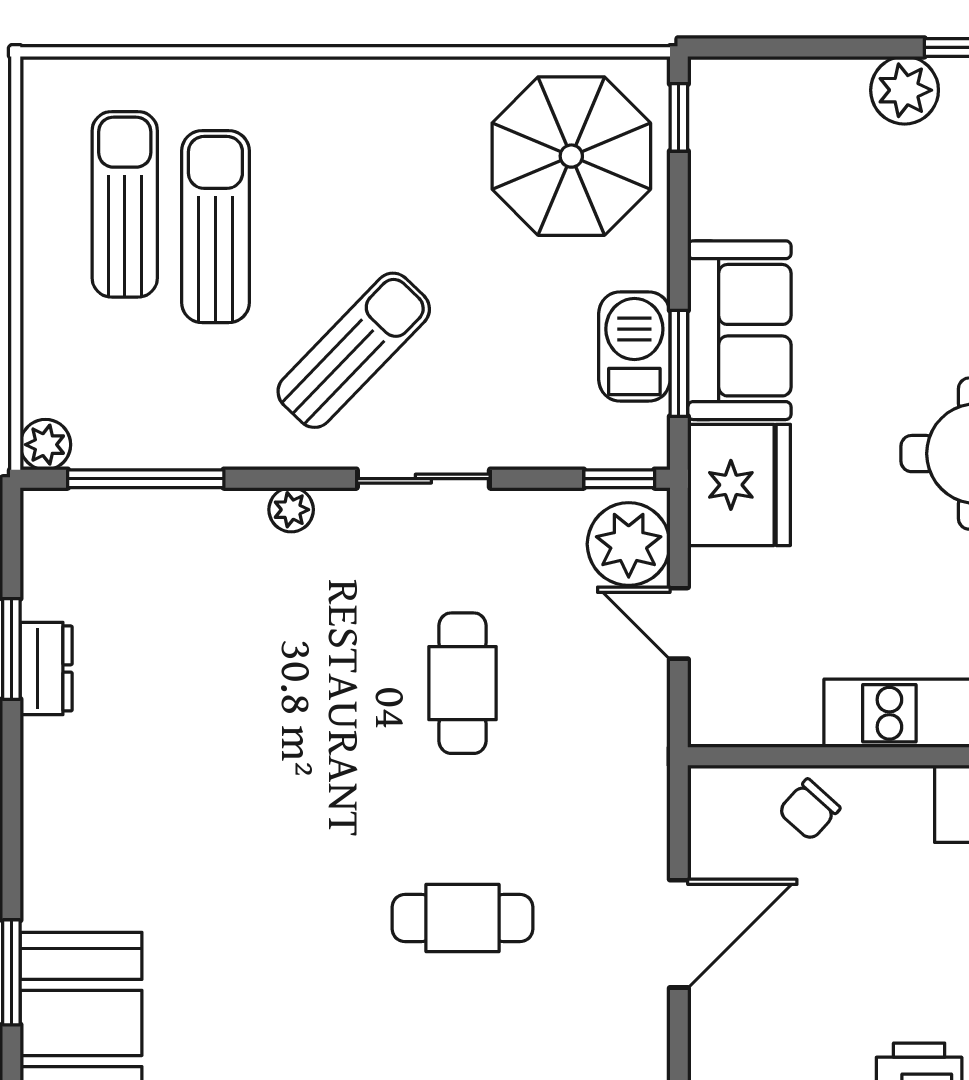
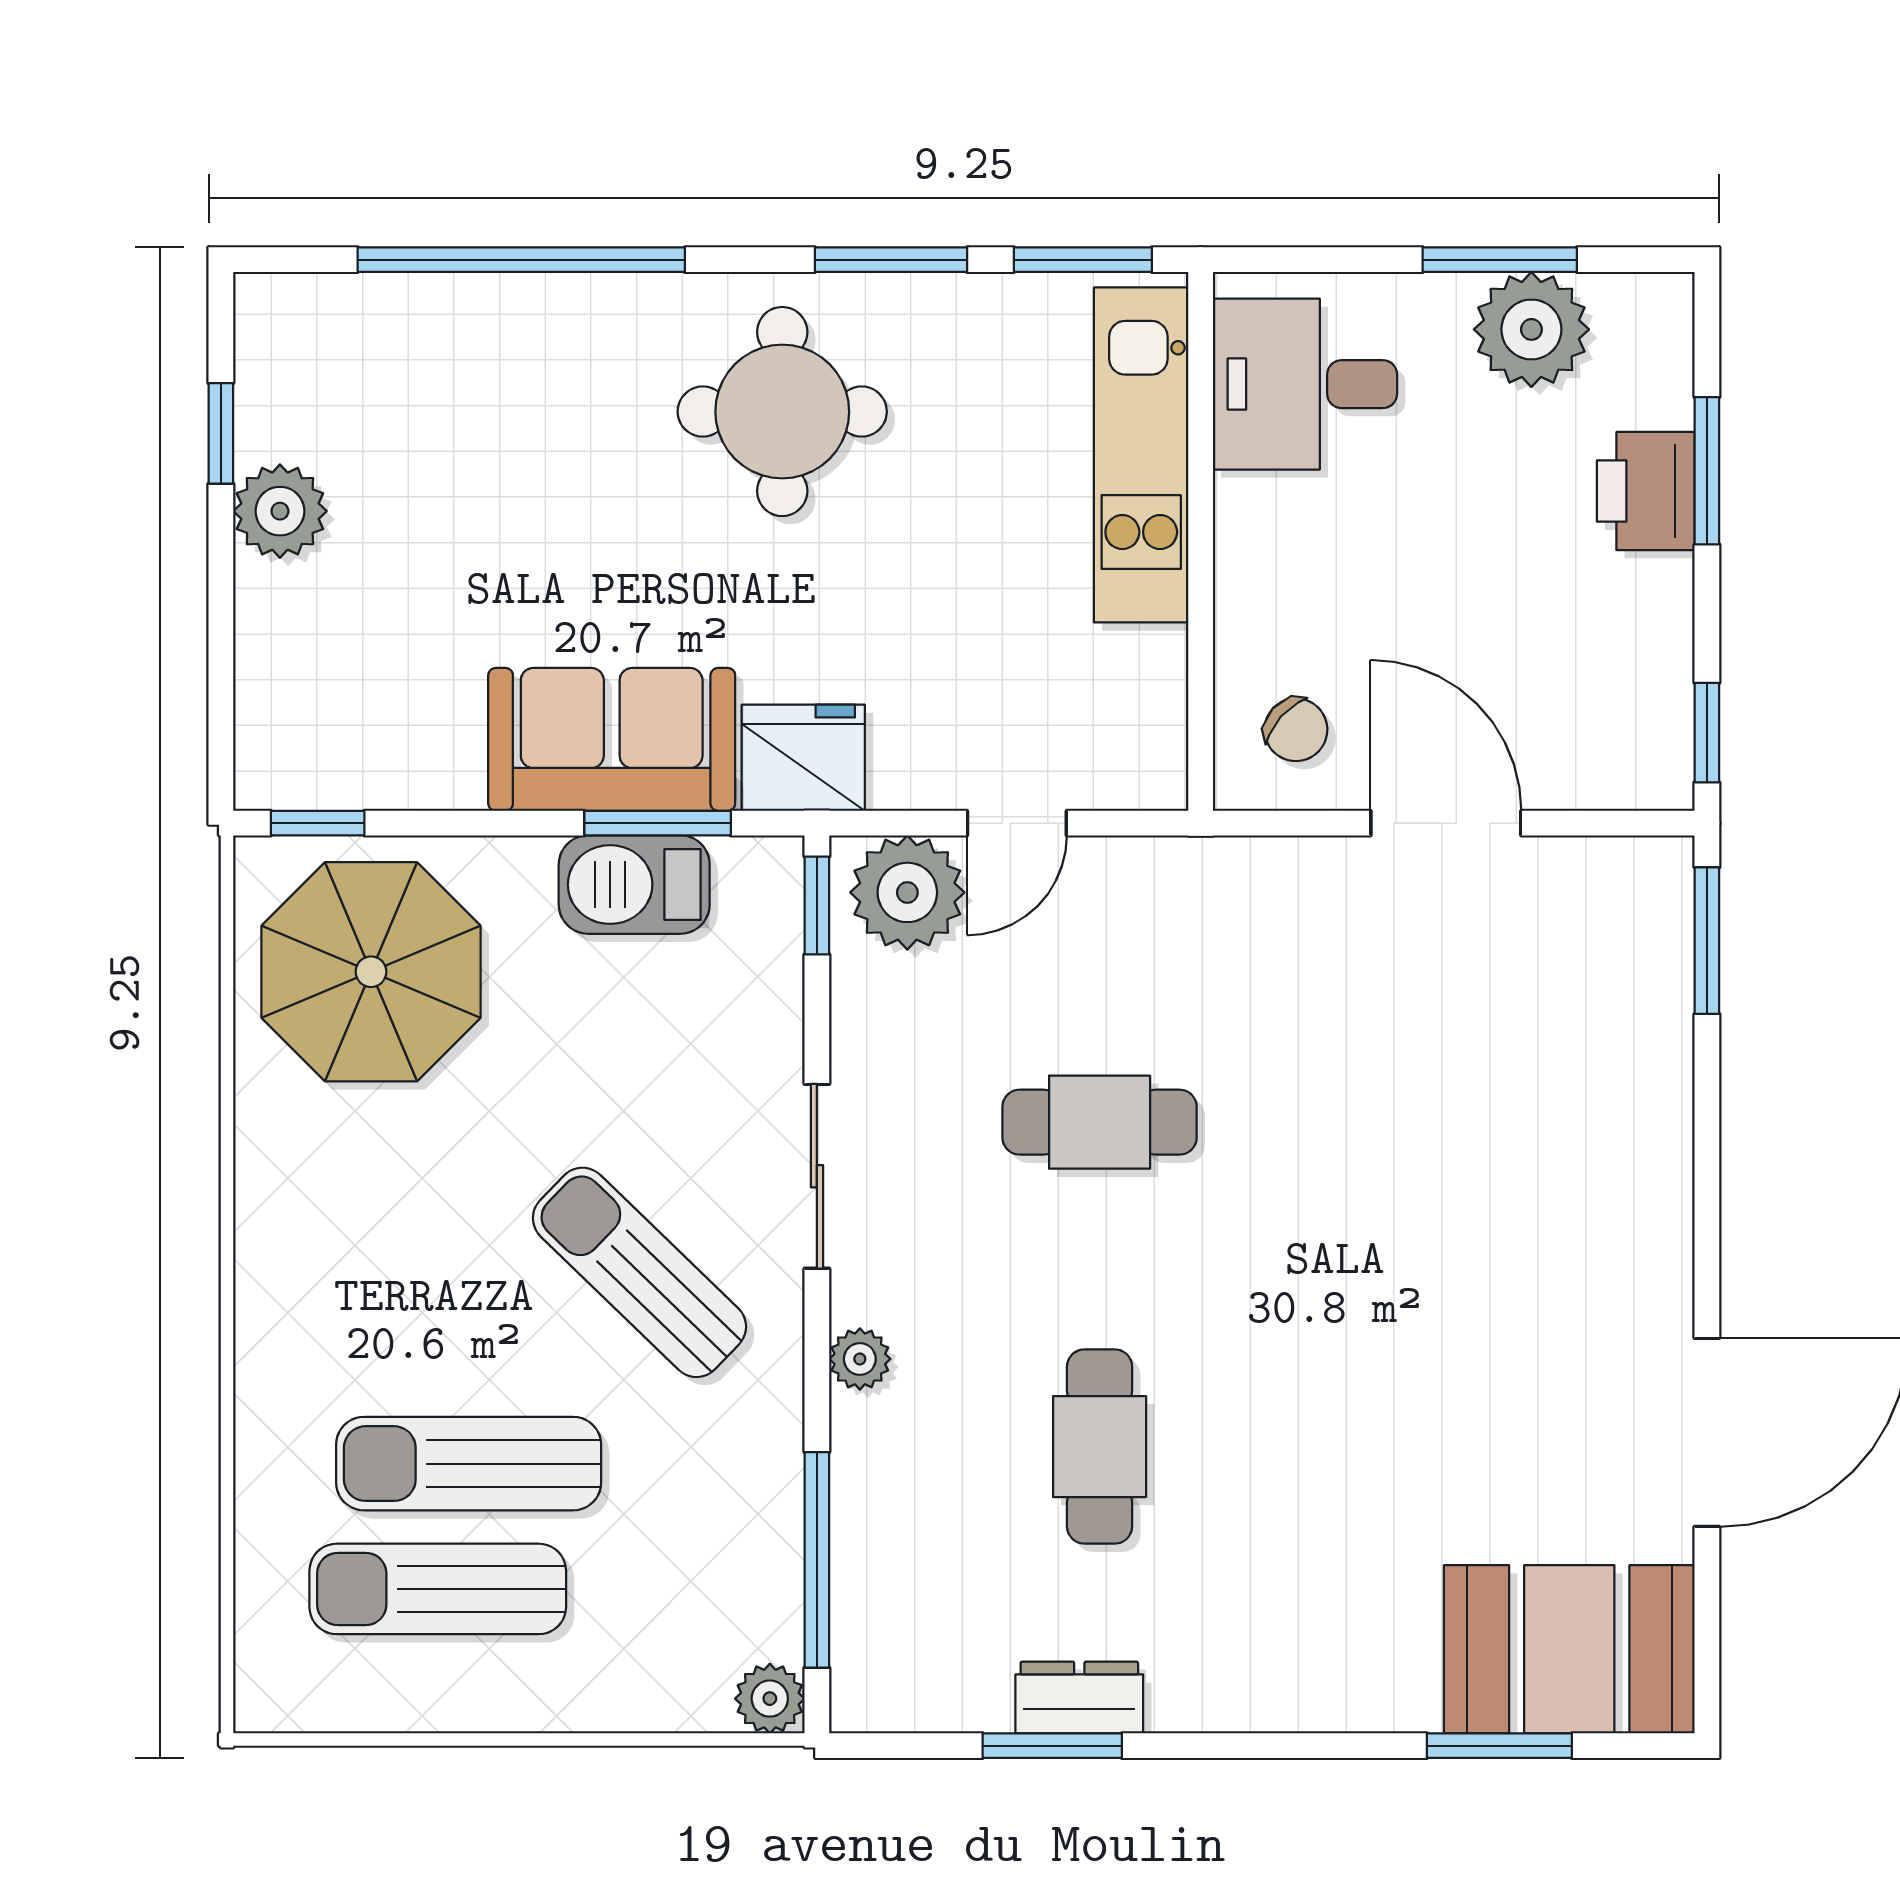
fridge: (739, 485) -> (803, 758), width x0.73, depth x0.75
chair: (809, 810) -> (1296, 730), moved
cafe table: (462, 918) -> (1100, 1447), moved

